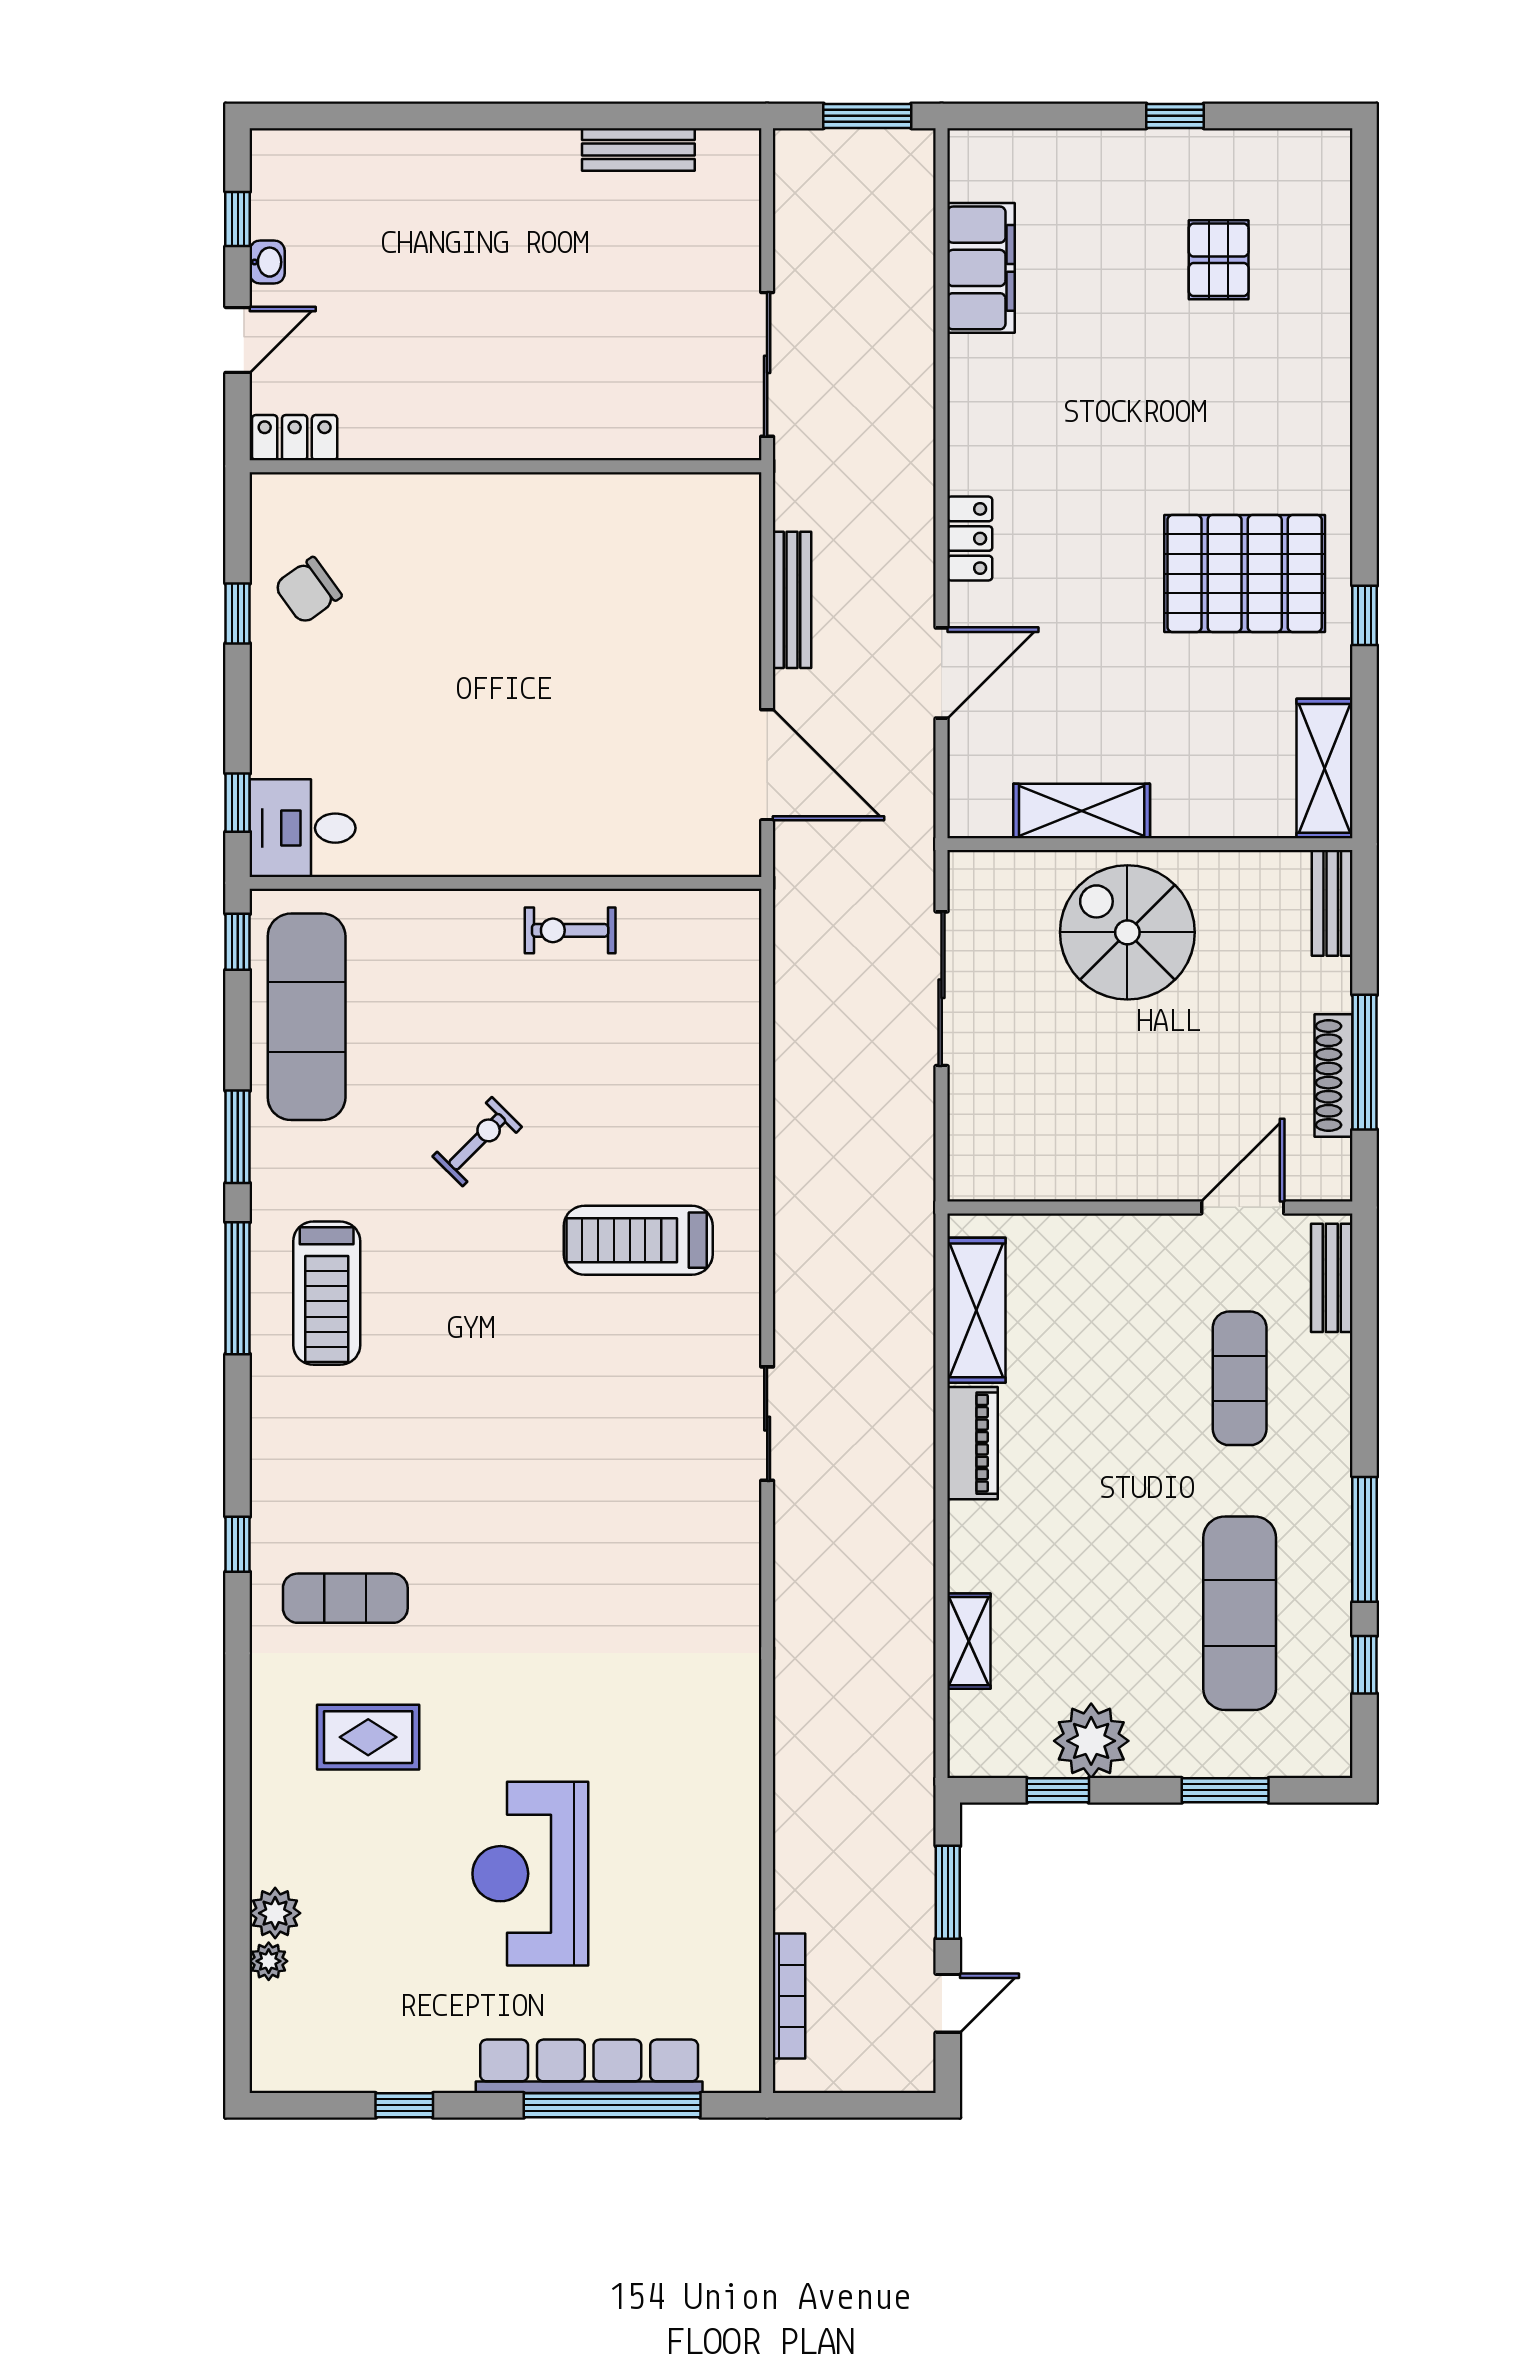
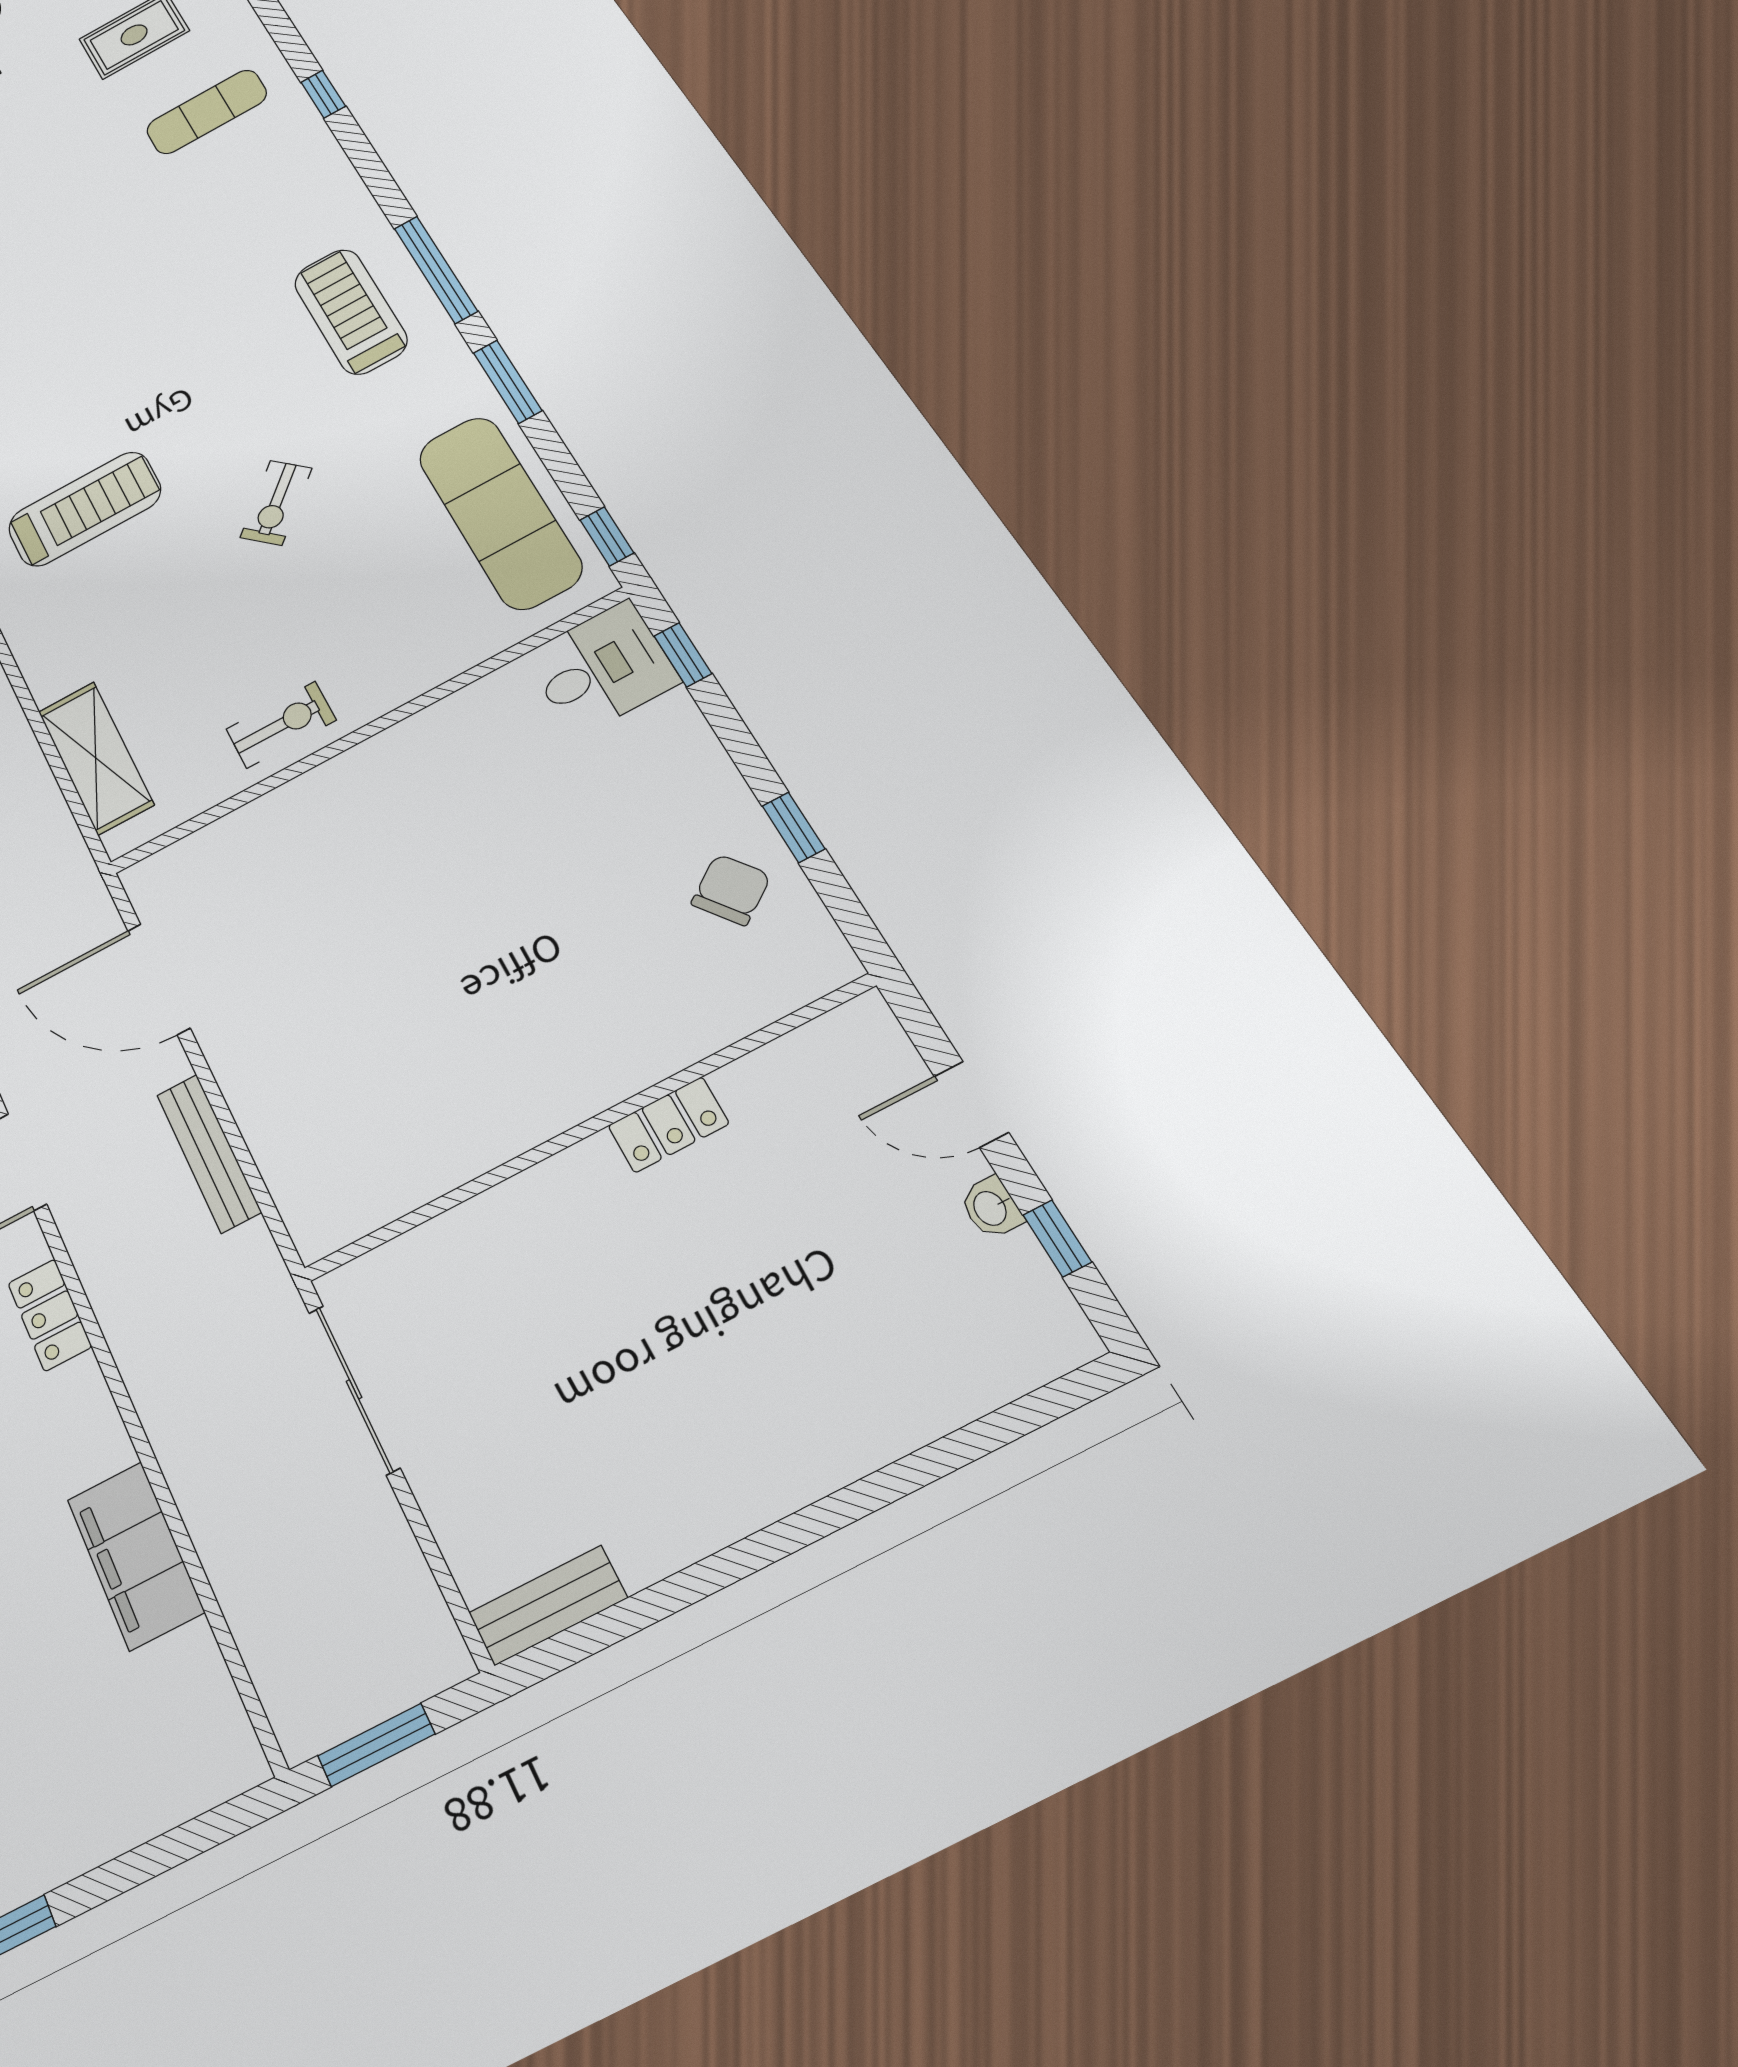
bench: (638, 149) -> (548, 1605), moved
filing cabinet: (981, 268) -> (135, 1556), moved
door: (238, 340) -> (971, 1104), hinge flipped
locker: (295, 438) -> (668, 1125), moved
shelving: (732, 992) -> (96, 758), added

